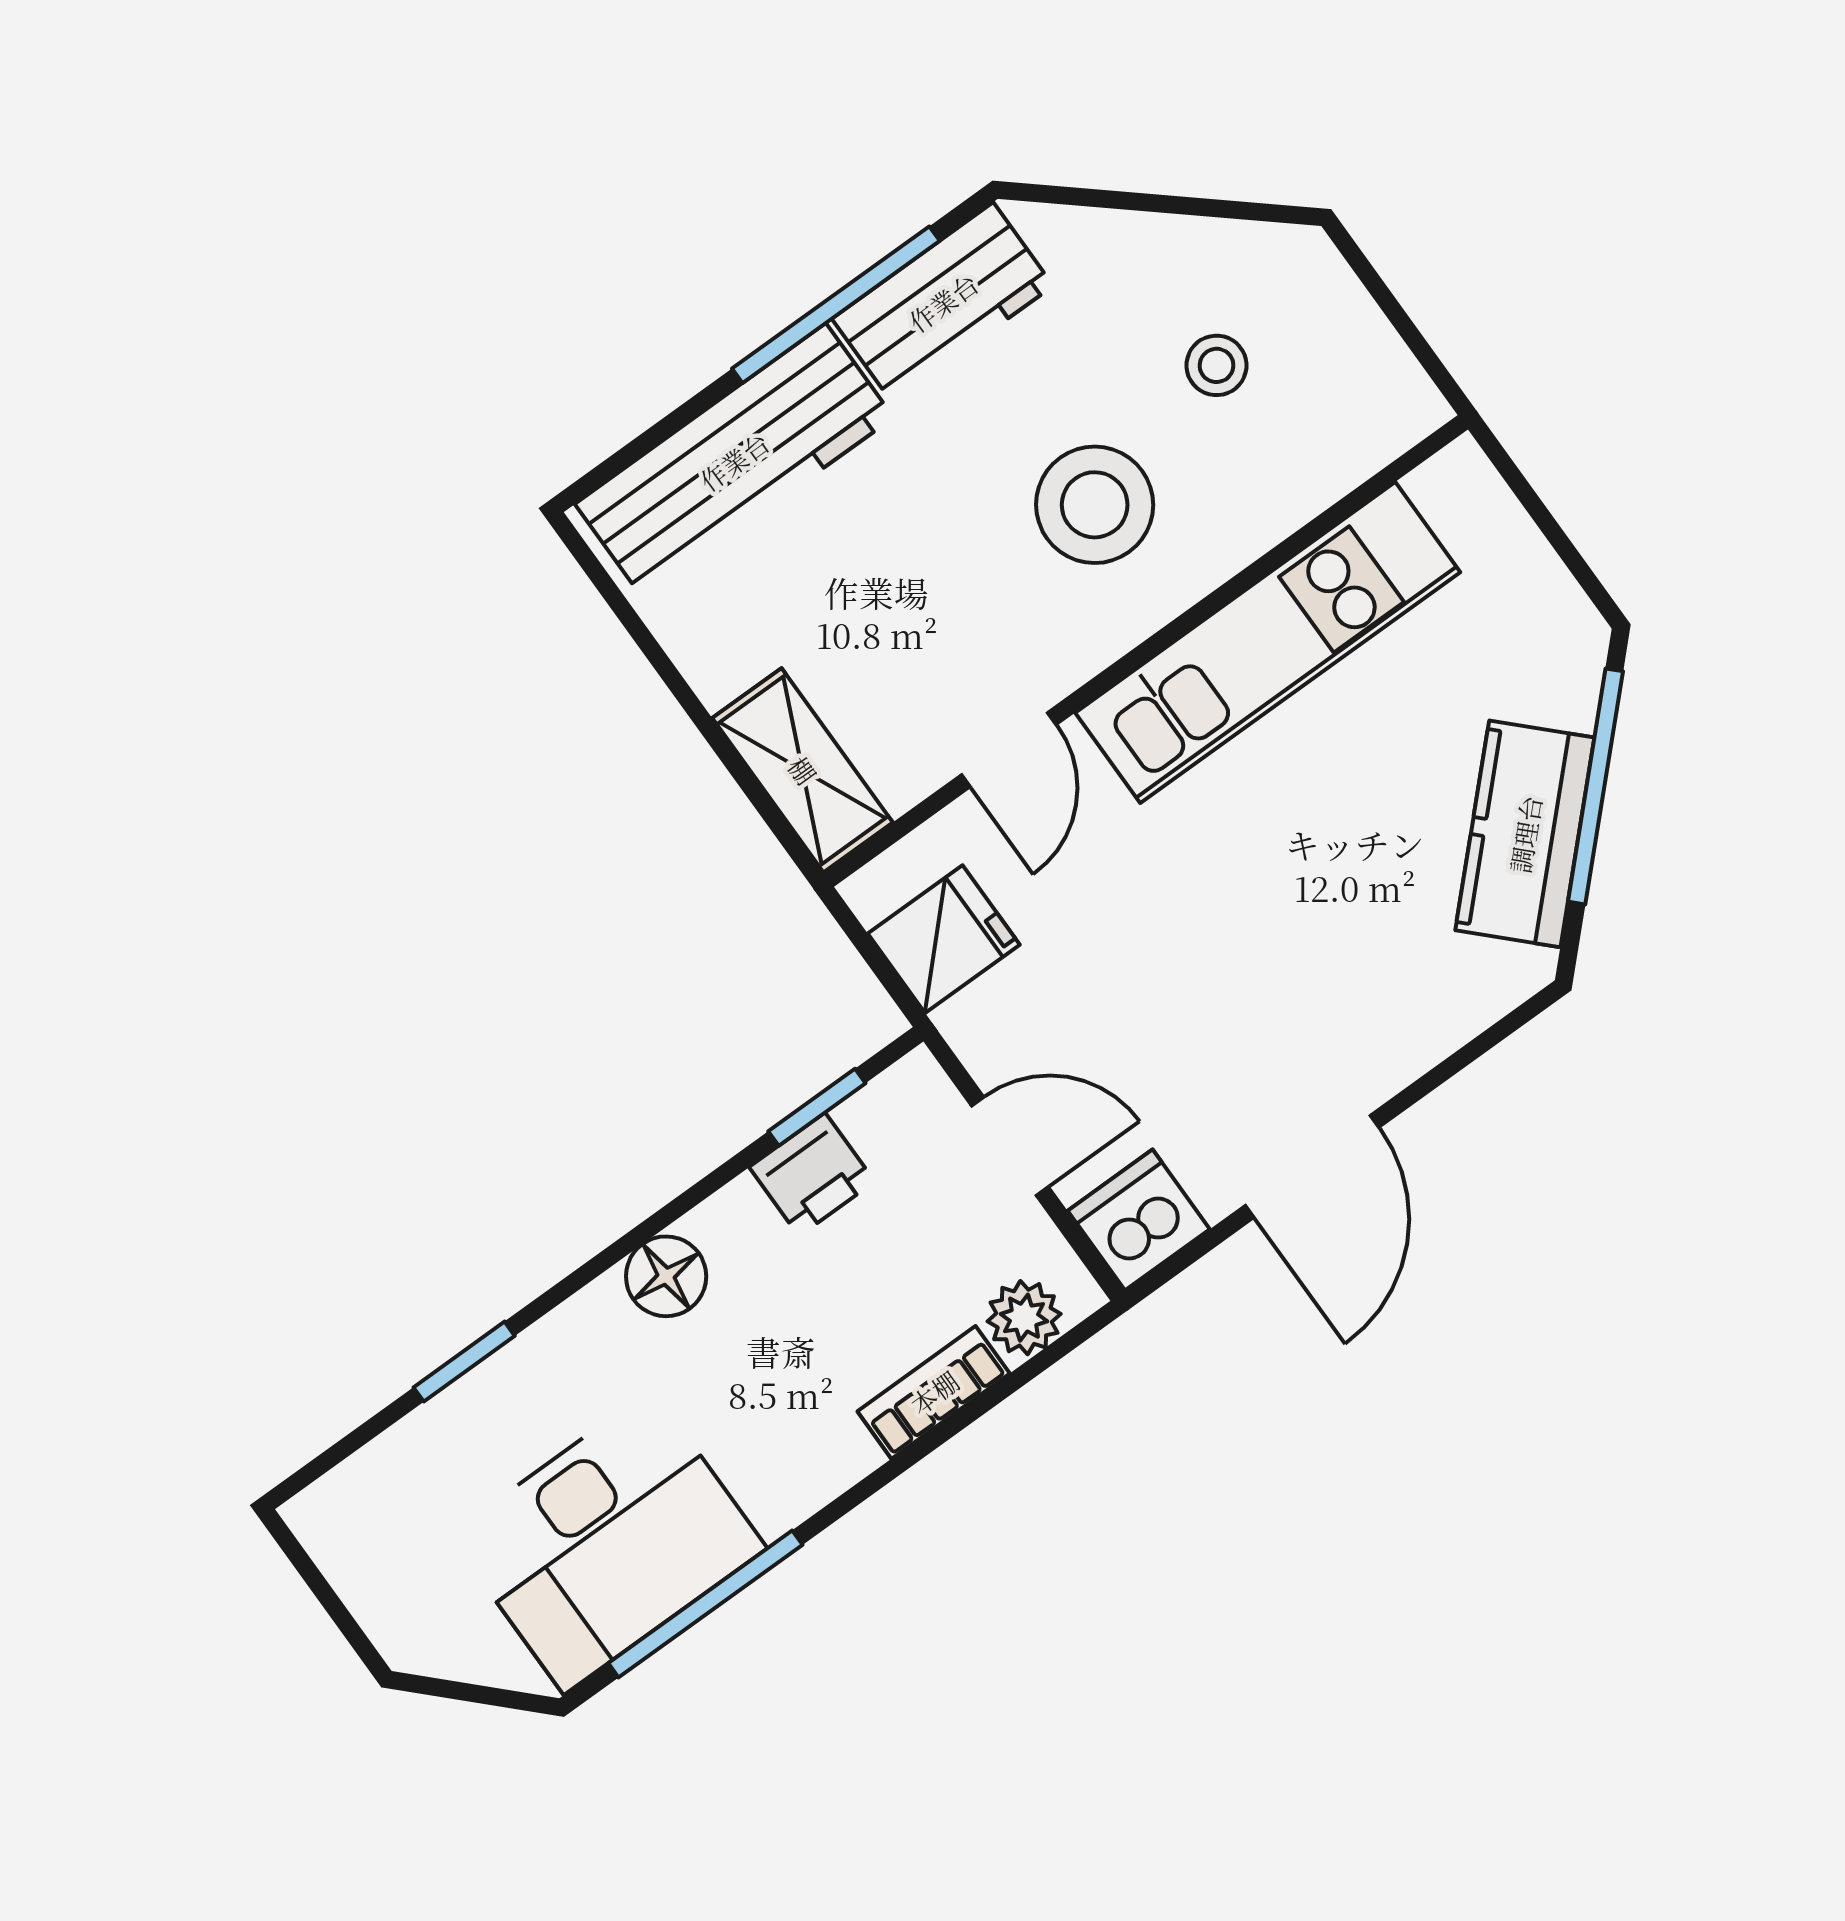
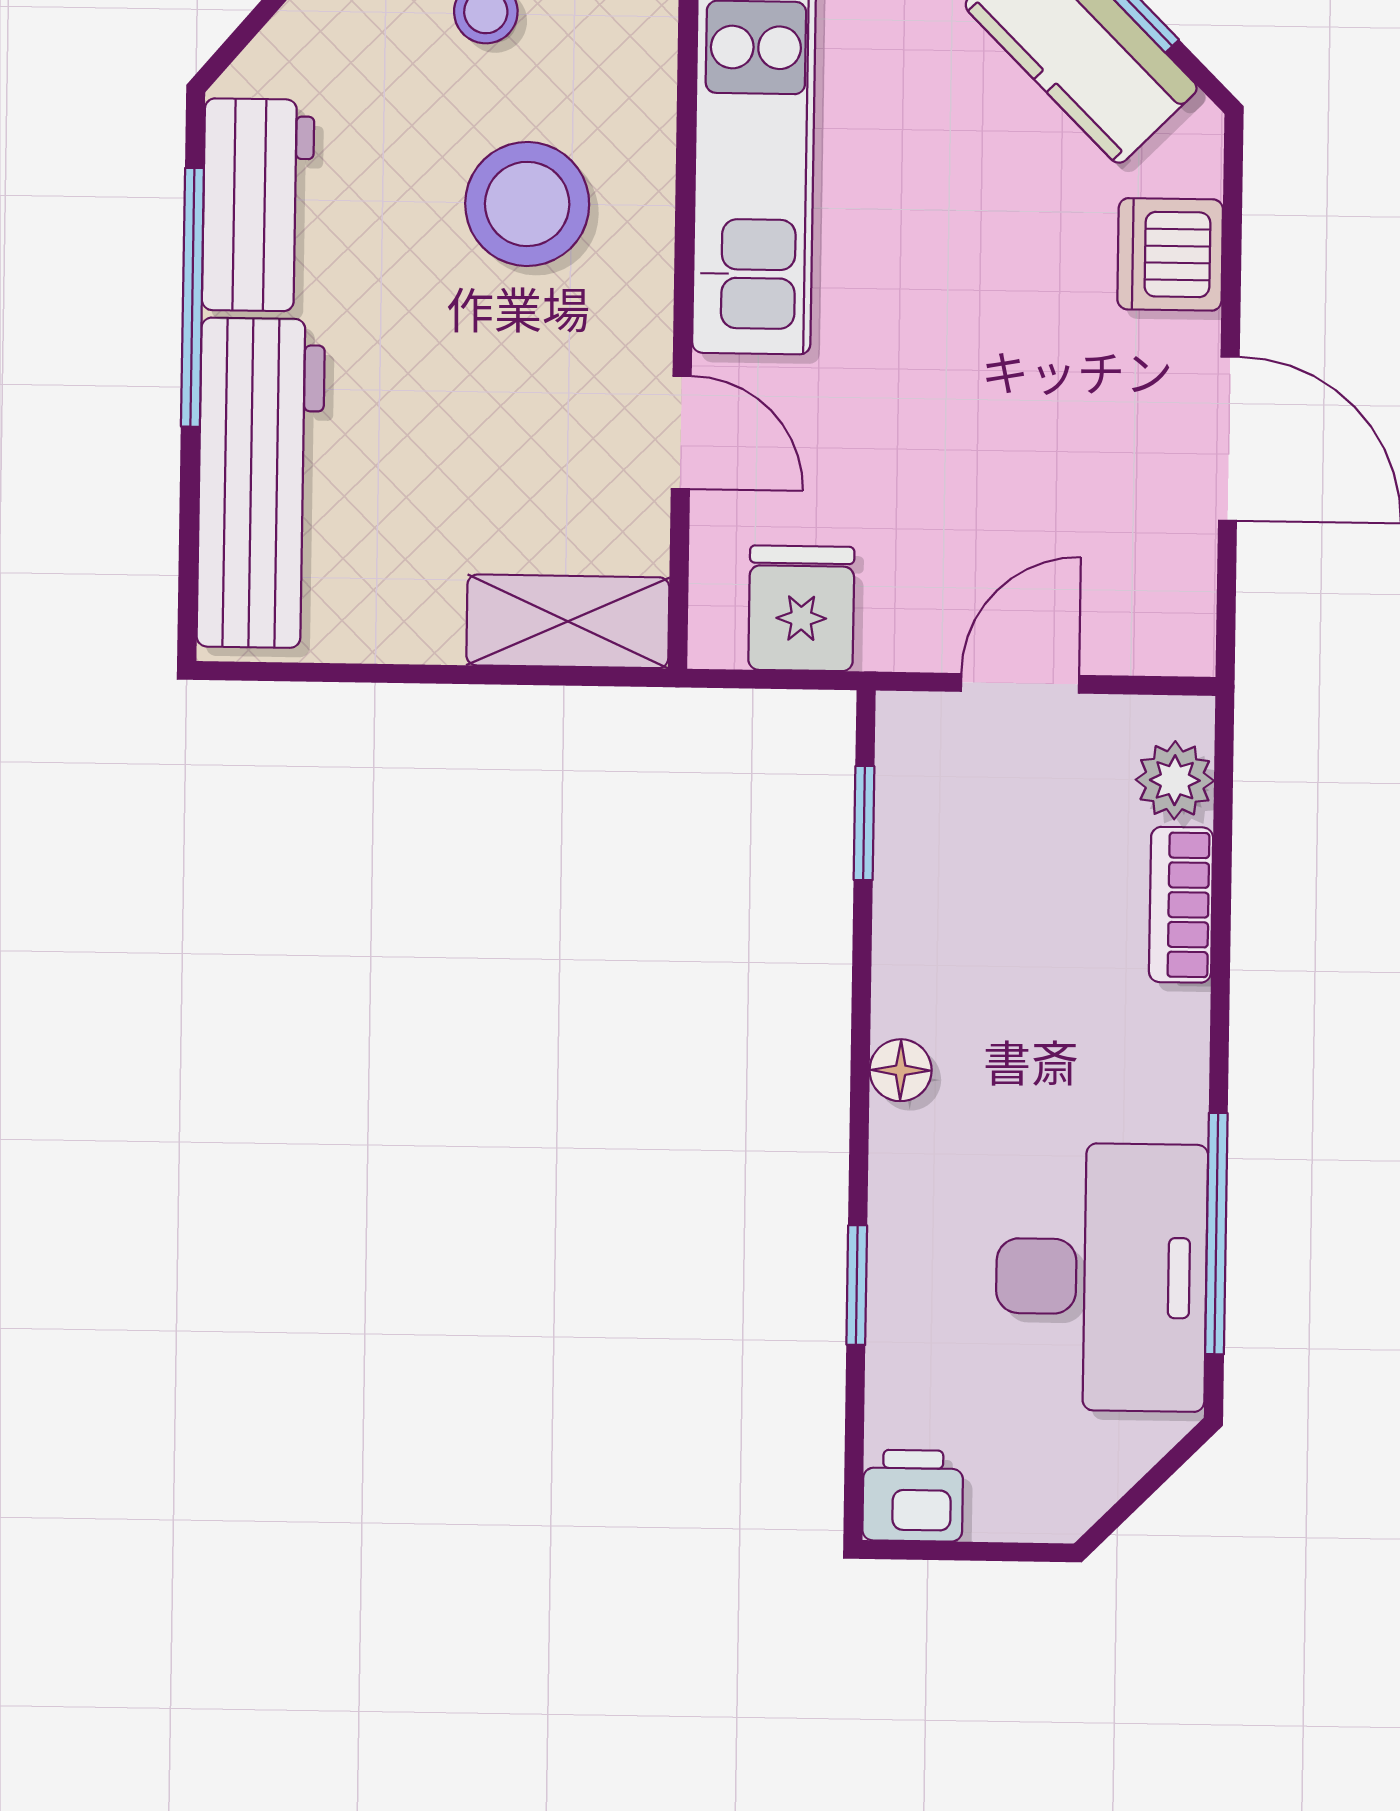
printer: (812, 1174) -> (913, 1496), moved, turned -90
dishwasher: (1139, 1220) -> (1170, 254), moved
floor lamp: (666, 1276) -> (901, 1070), width x0.73, depth x0.73

